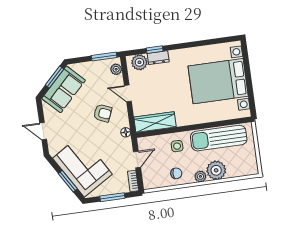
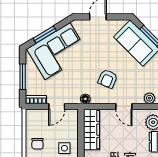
door: (128, 93) -> (124, 106), swing flipped
door: (137, 159) -> (57, 106), hinge flipped

